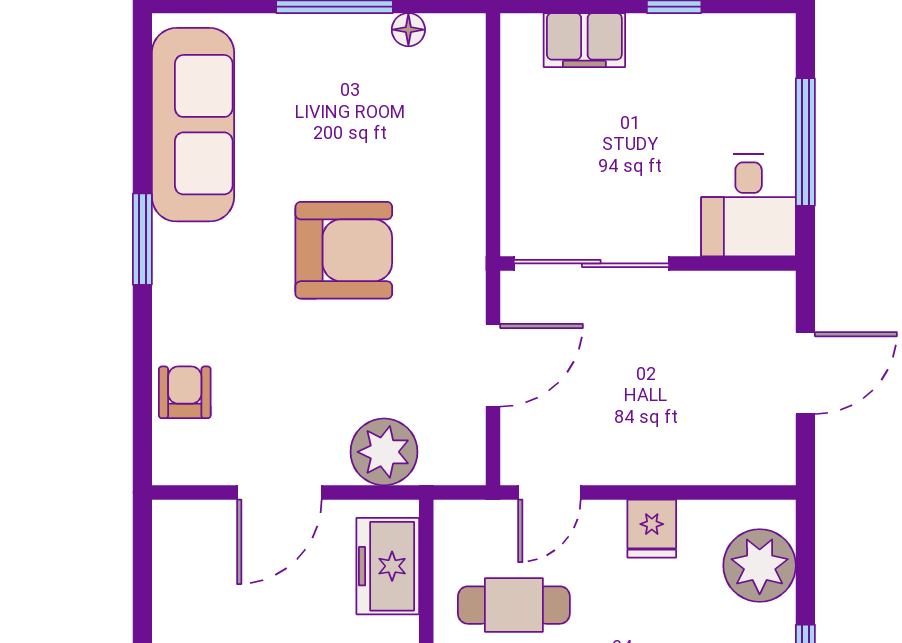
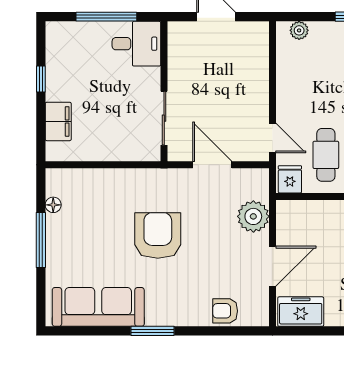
sliding door: (591, 263) -> (164, 118), width x0.73
door: (279, 492) -> (273, 266), hinge flipped
fridge: (652, 529) -> (290, 179), moved, turned -90
plant: (760, 565) -> (299, 30), width x0.53, depth x0.53
freezer: (388, 566) -> (301, 312), moved, turned 180

